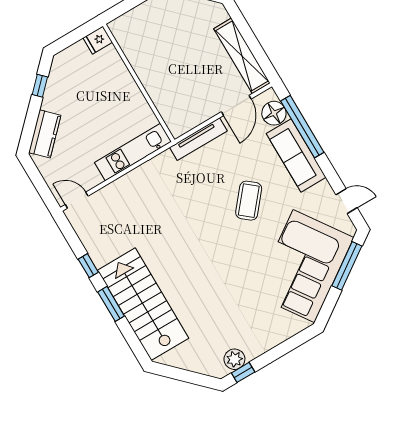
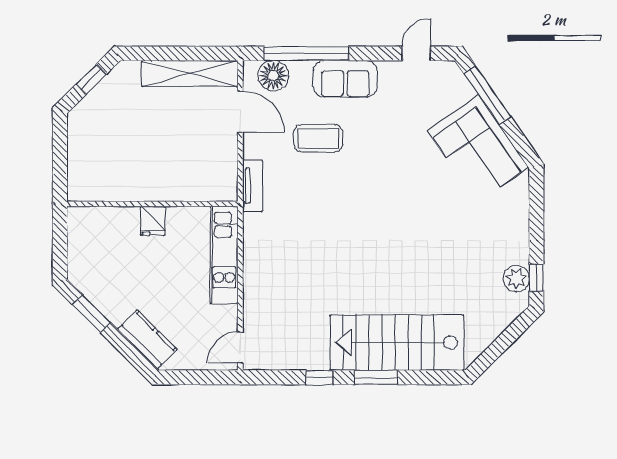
fridge: (98, 40) -> (153, 221), moved
window: (40, 86) -> (91, 314), width x1.50
tv unit: (198, 139) -> (253, 186), width x0.71
sofa: (296, 155) -> (345, 79), width x0.73
coffee table: (249, 201) -> (318, 138), moved, turned -40
corner sofa: (304, 266) -> (478, 149), width x0.73, depth x0.74

